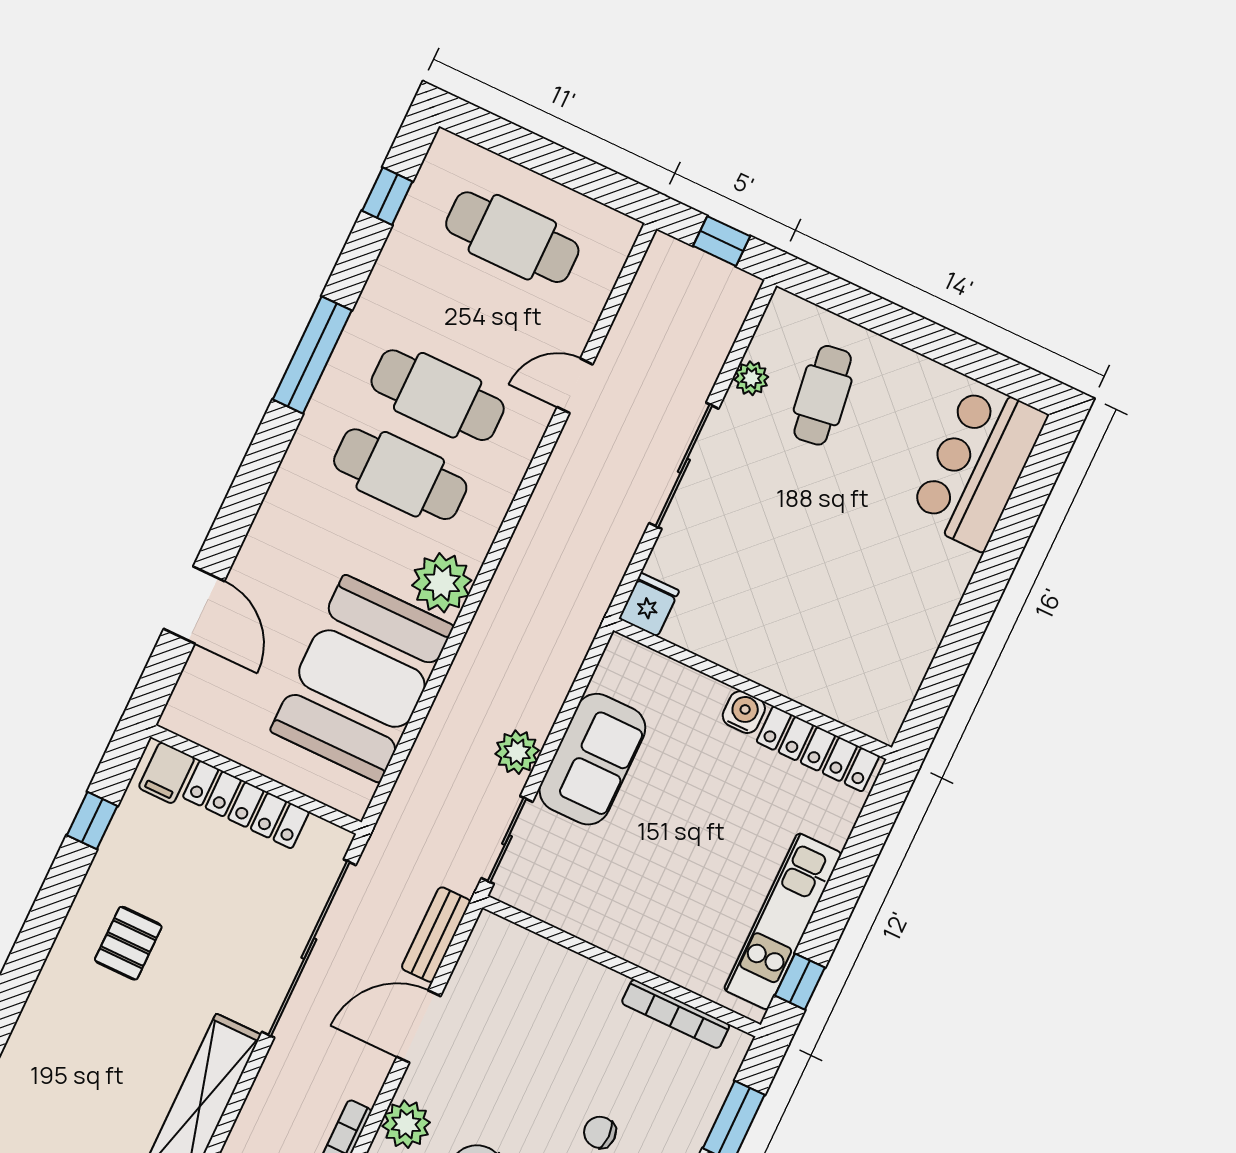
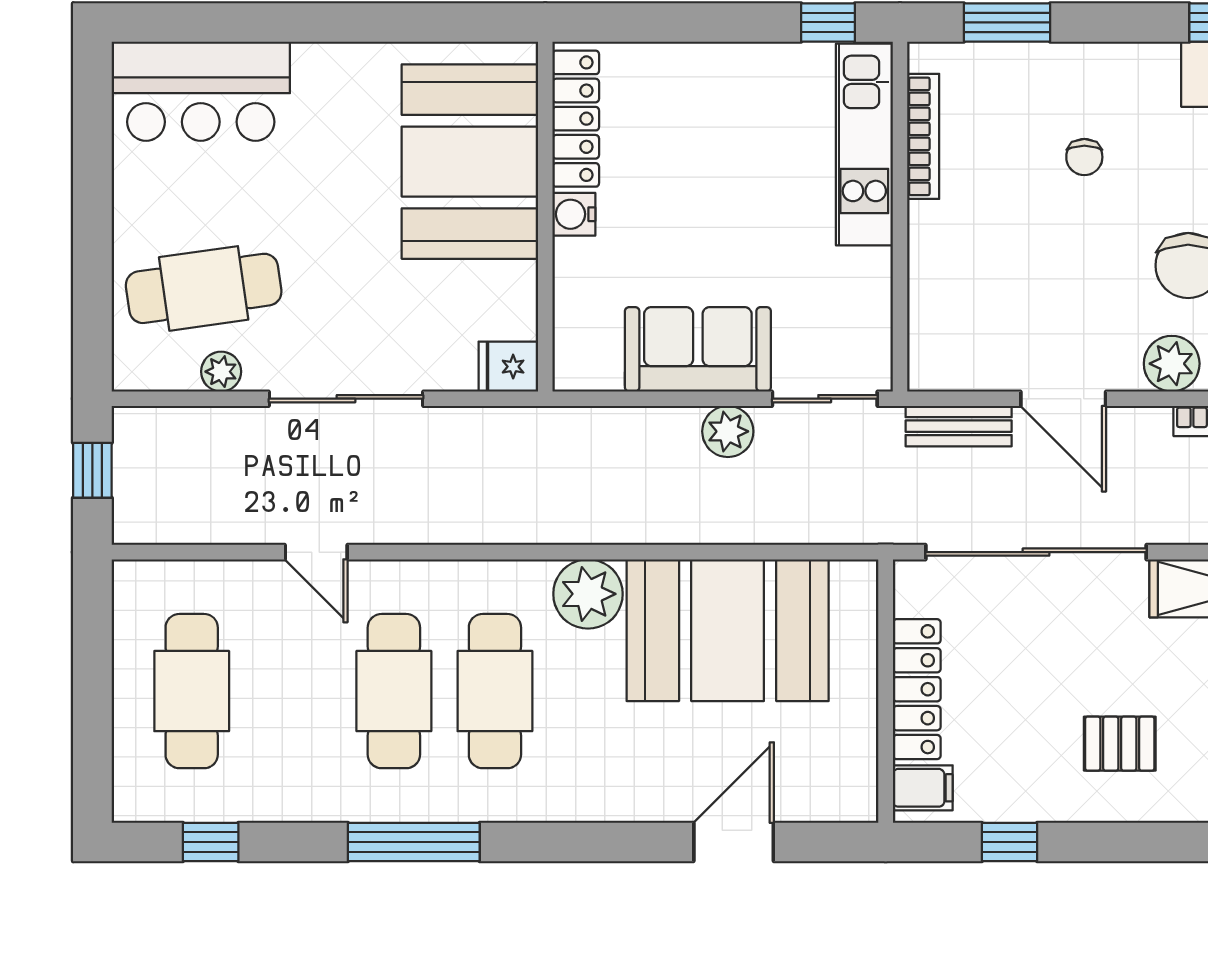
cafe table: (823, 395) -> (204, 288), width x1.37, depth x1.35
booth: (823, 650) -> (470, 162), added
kitchen unit: (783, 921) -> (864, 145), moved, turned 90

